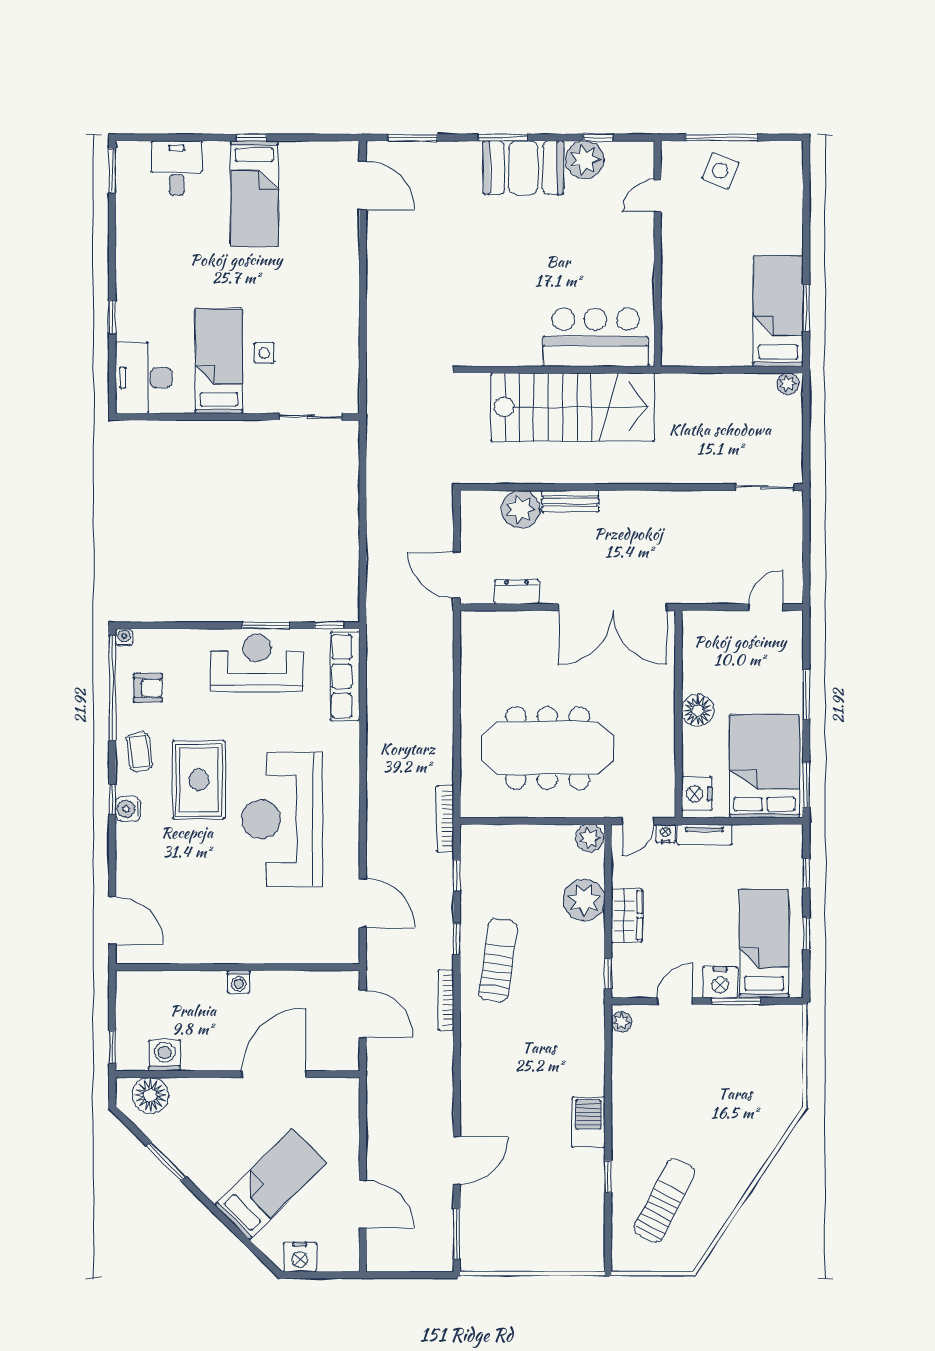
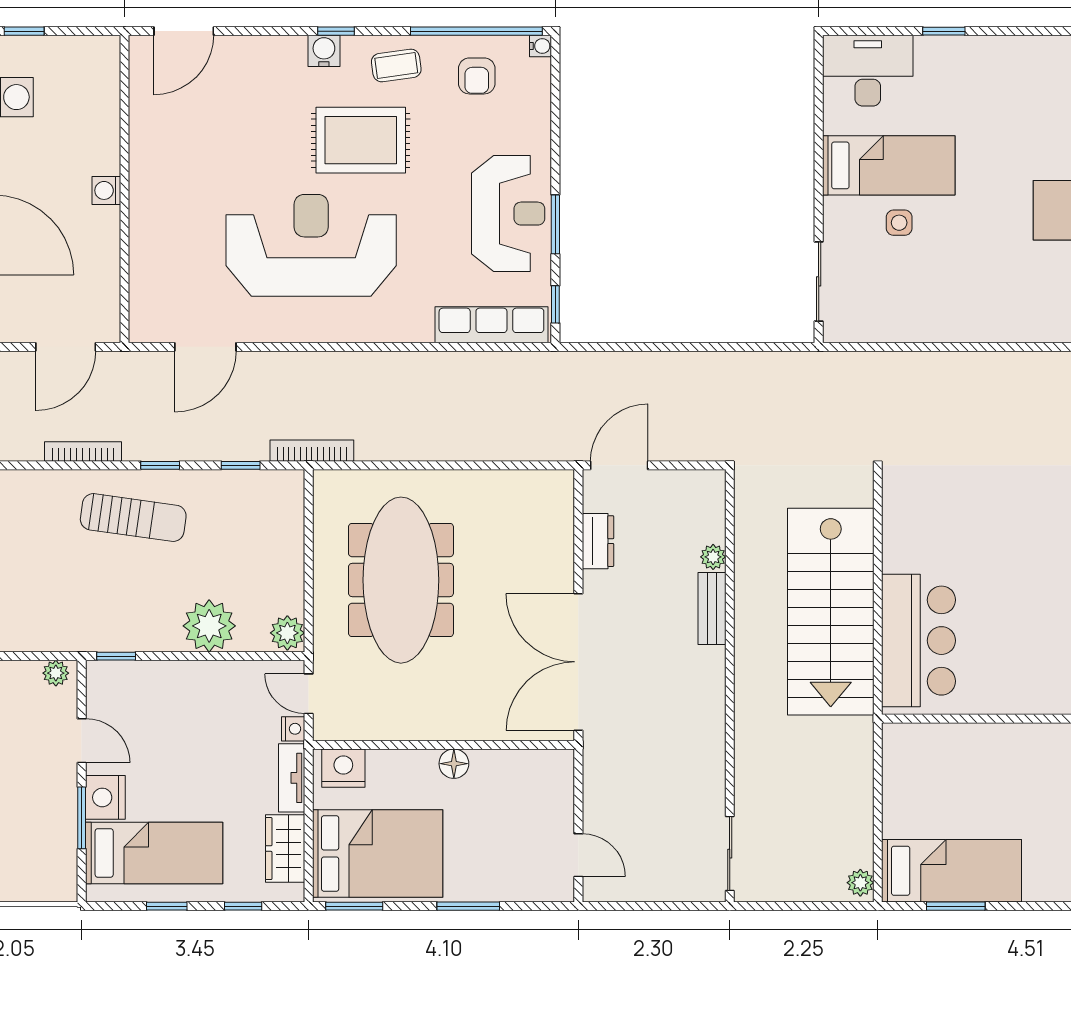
plant: (521, 509) -> (713, 557), width x0.53, depth x0.53
floor lamp: (698, 710) -> (454, 764), width x0.73, depth x0.73
wardrobe: (627, 915) -> (285, 849), moved, turned 90

